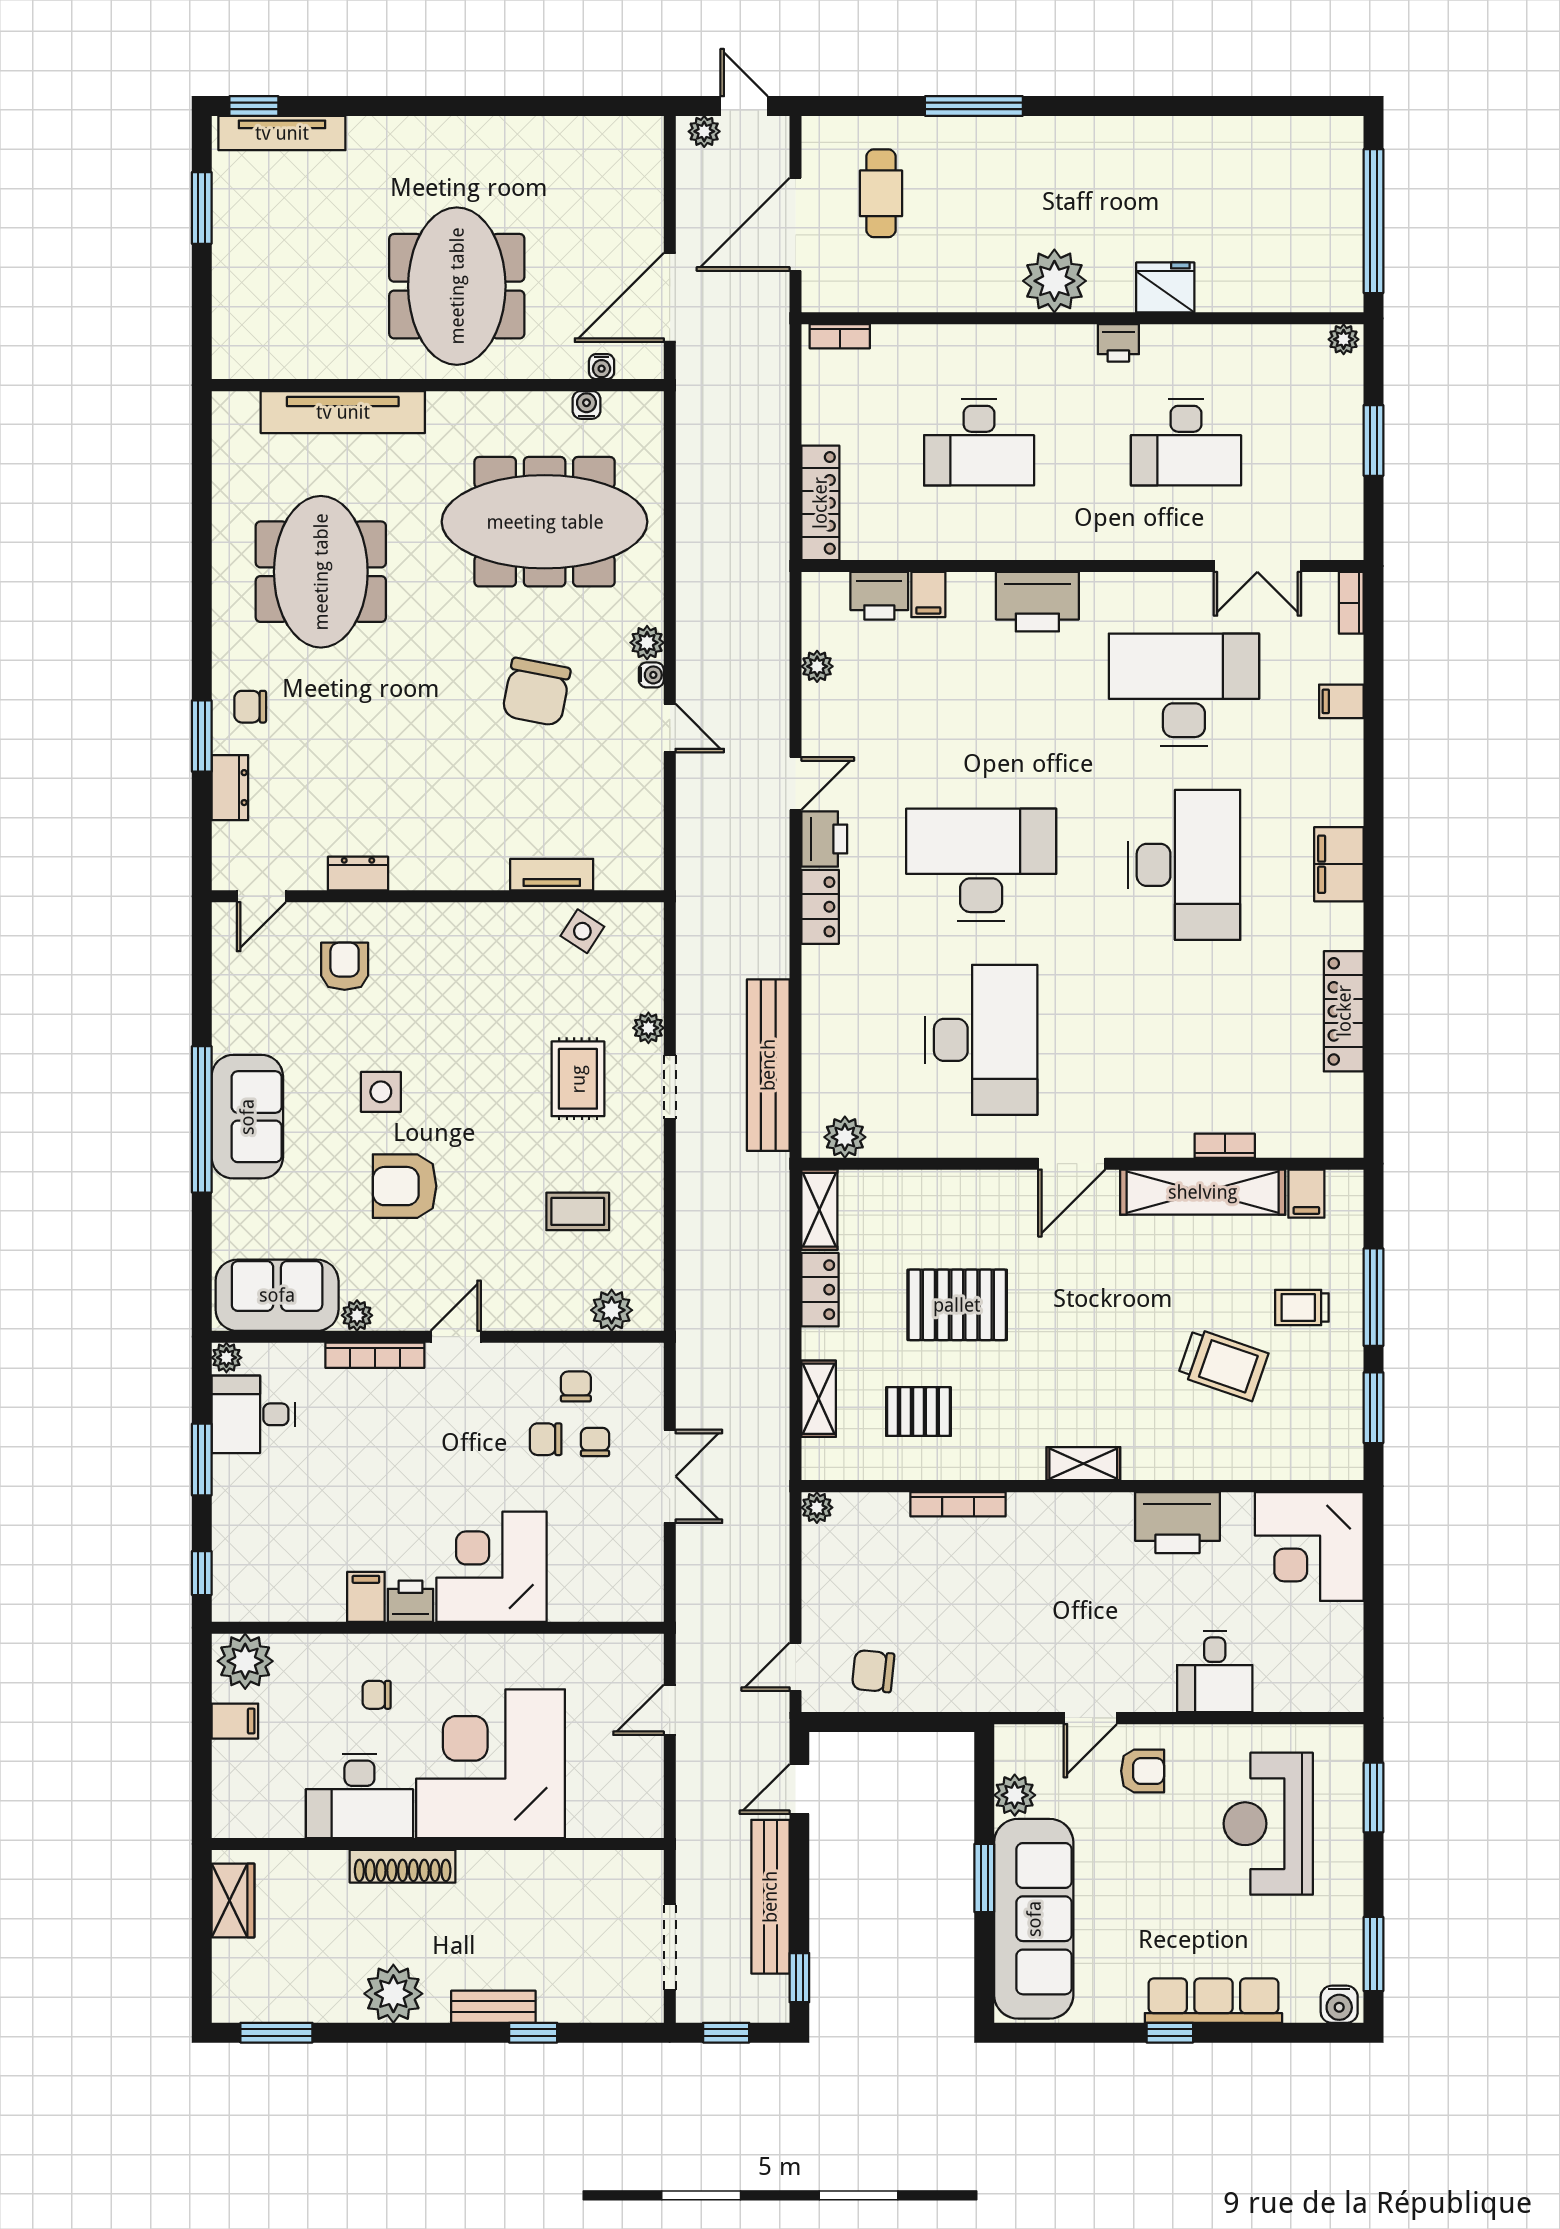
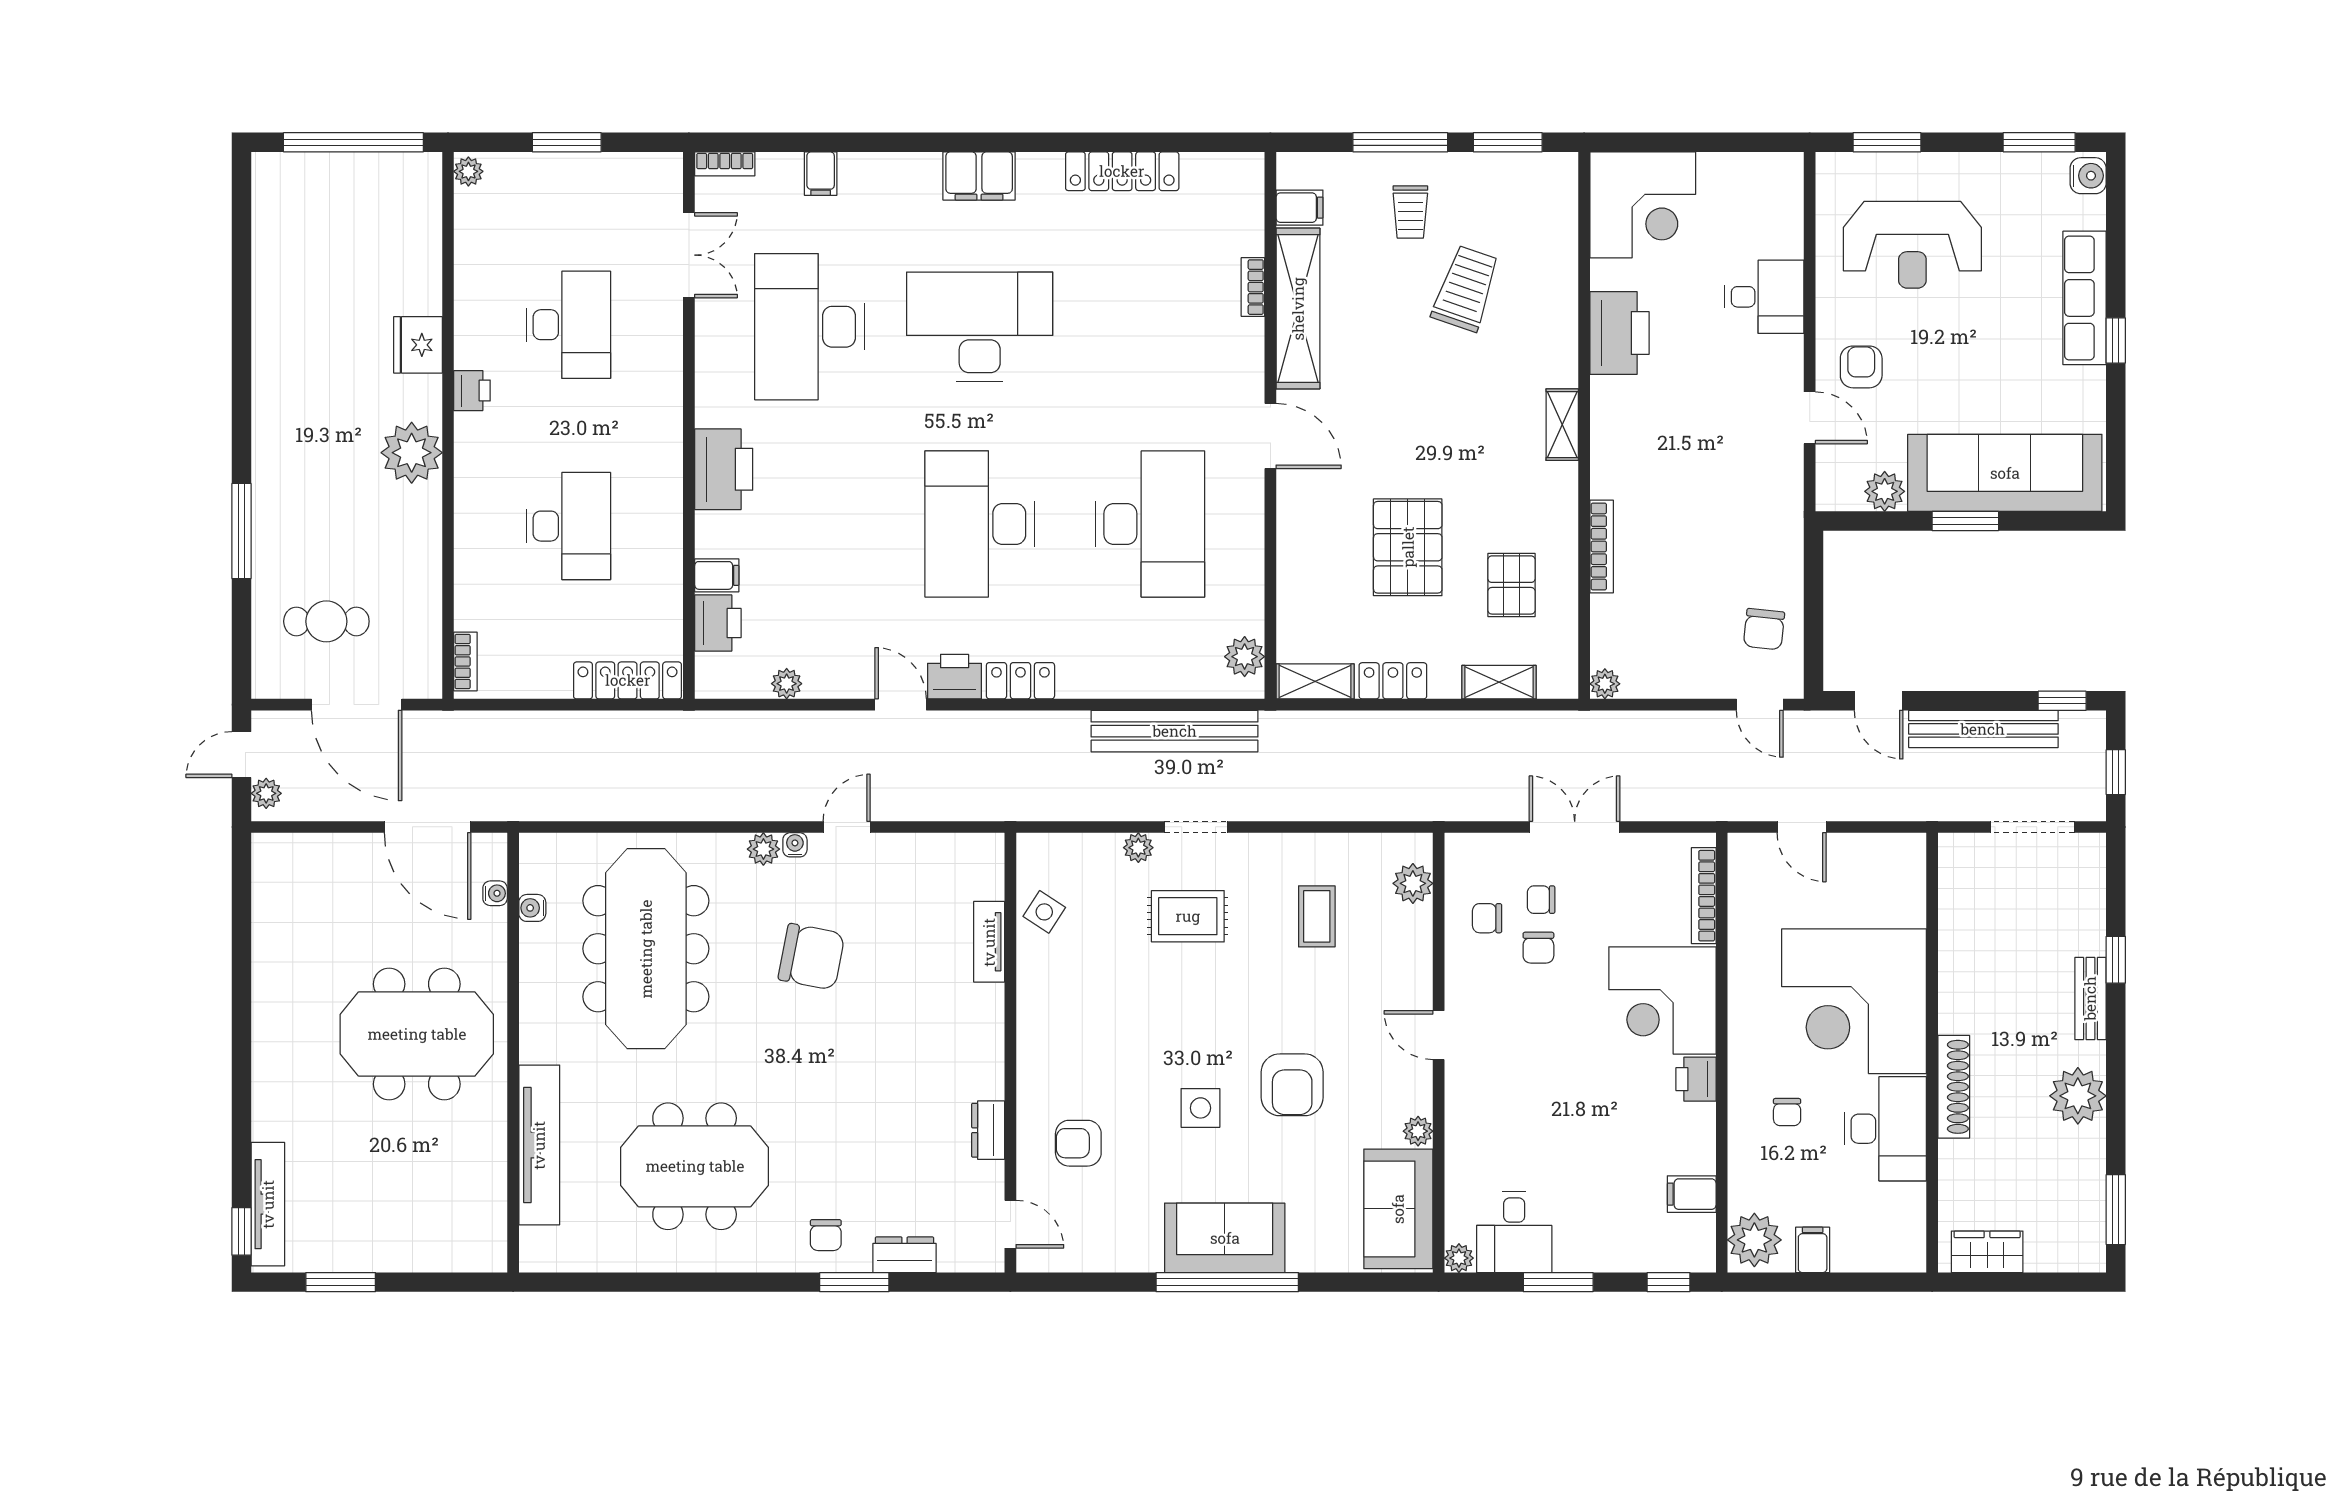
desk: (981, 1040) -> (1150, 524), turned 90
bookcase: (375, 1355) -> (1704, 896), moved, turned 180
filing cabinet: (366, 1597) -> (1692, 1194), moved

